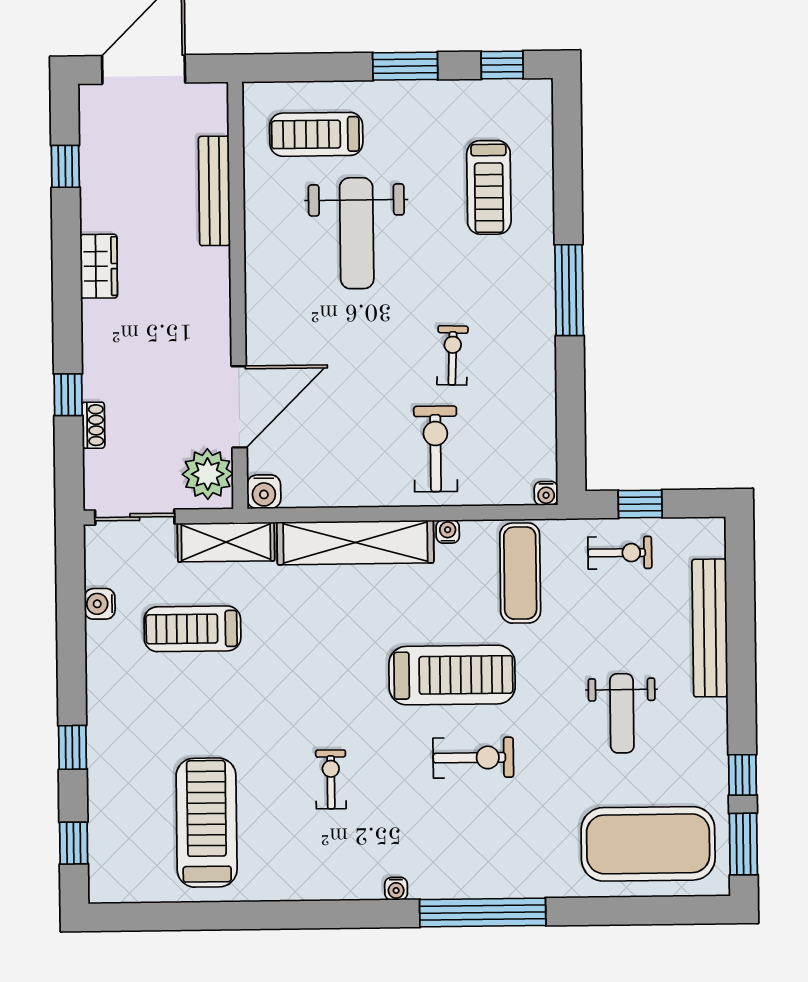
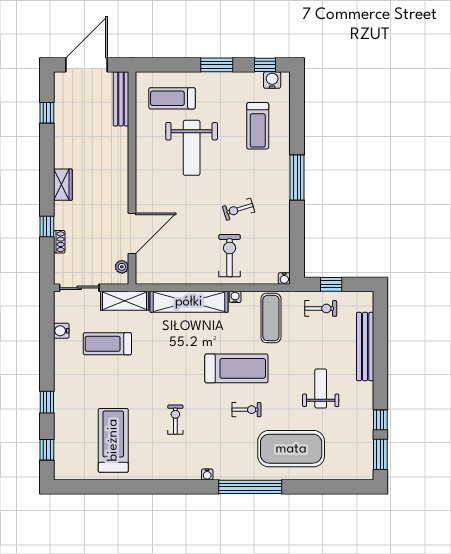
bench: (214, 191) -> (121, 99), moved
wardrobe: (99, 266) -> (63, 185), moved
exercise bike: (452, 355) -> (239, 209), turned -109
plant: (208, 474) -> (122, 267), width x0.53, depth x0.53
water cooler: (264, 492) -> (272, 80), moved, turned 180
weight bench: (622, 713) -> (321, 388), turned 180
exercise bike: (473, 758) -> (246, 410), width x0.73, depth x0.72
exercise mat: (648, 844) -> (291, 449), moved

